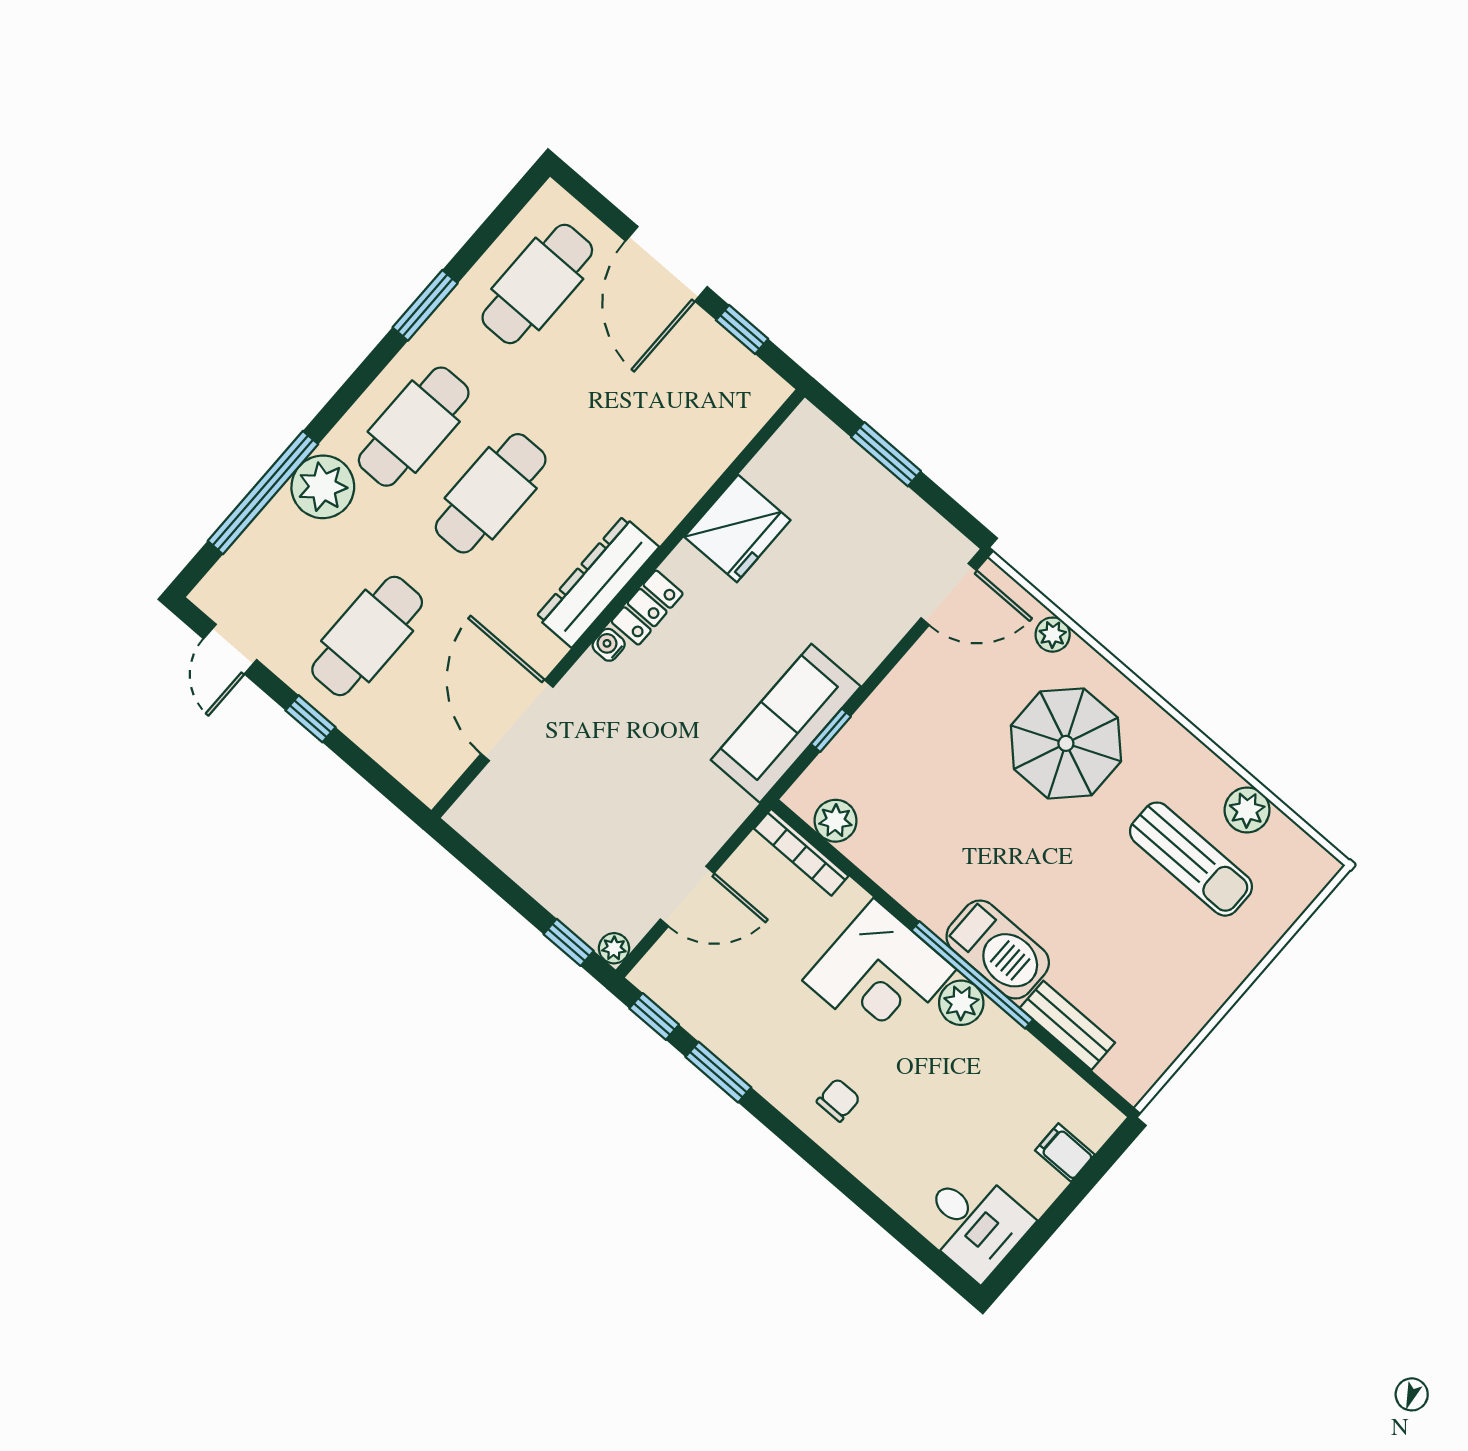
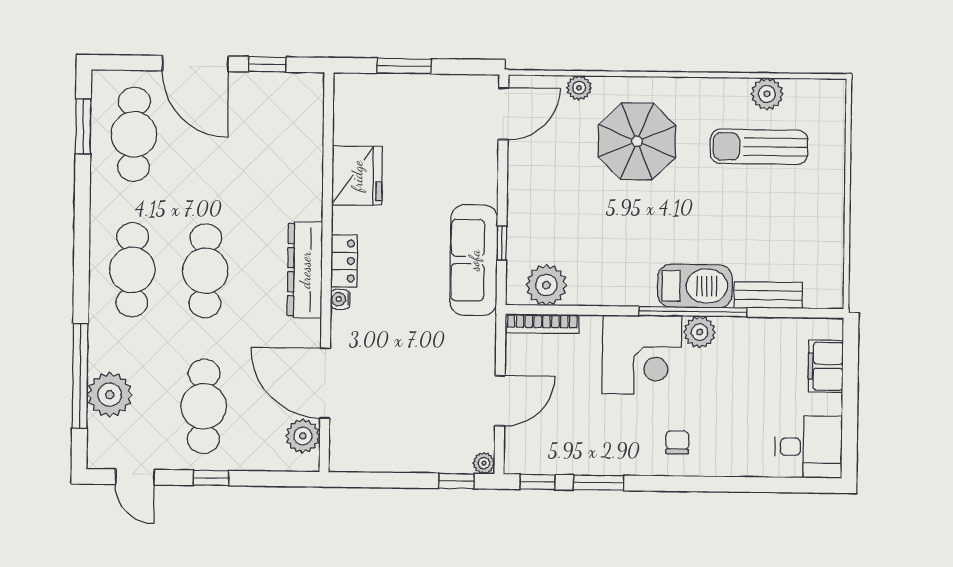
window: (425, 305) -> (83, 126), moved
plant: (323, 487) -> (110, 395), moved
plant: (446, 757) -> (303, 436), added
plant: (835, 821) -> (546, 285), width x1.36, depth x1.36
sun lounger: (1191, 859) -> (759, 147), turned 180
filing cabinet: (1065, 1152) -> (826, 366), width x2.00

